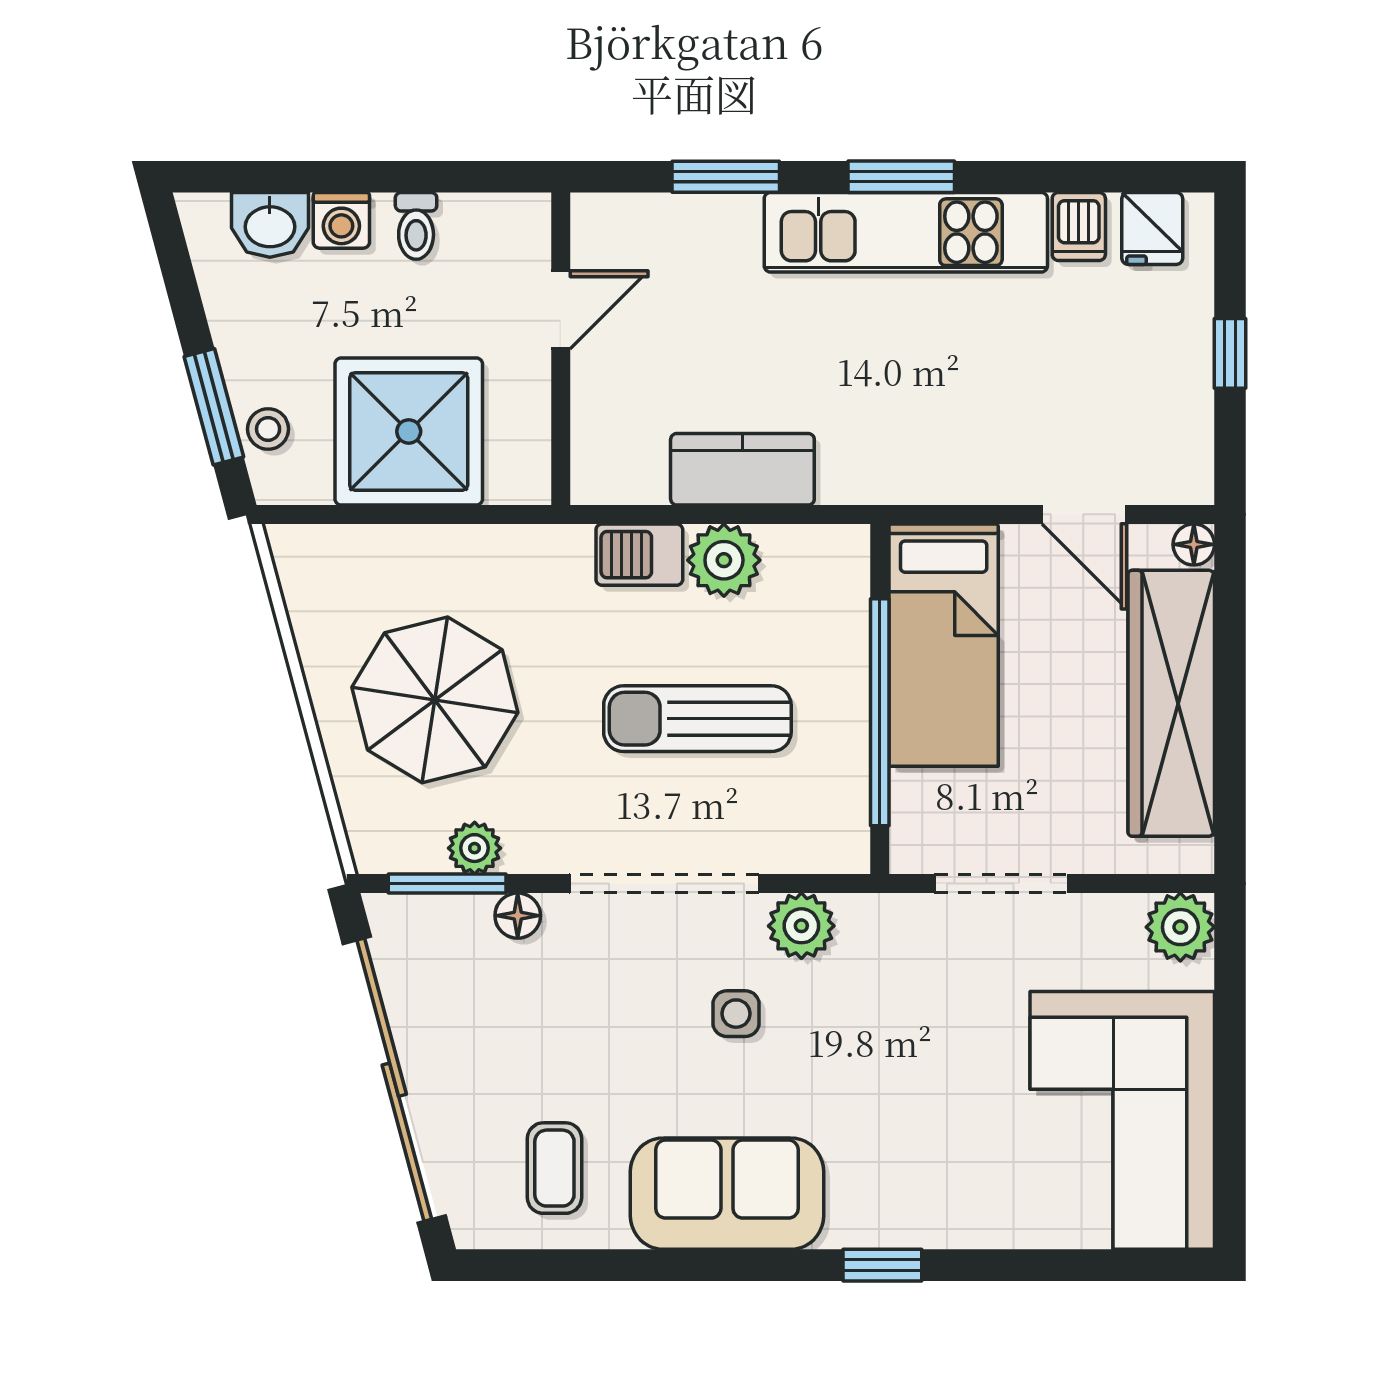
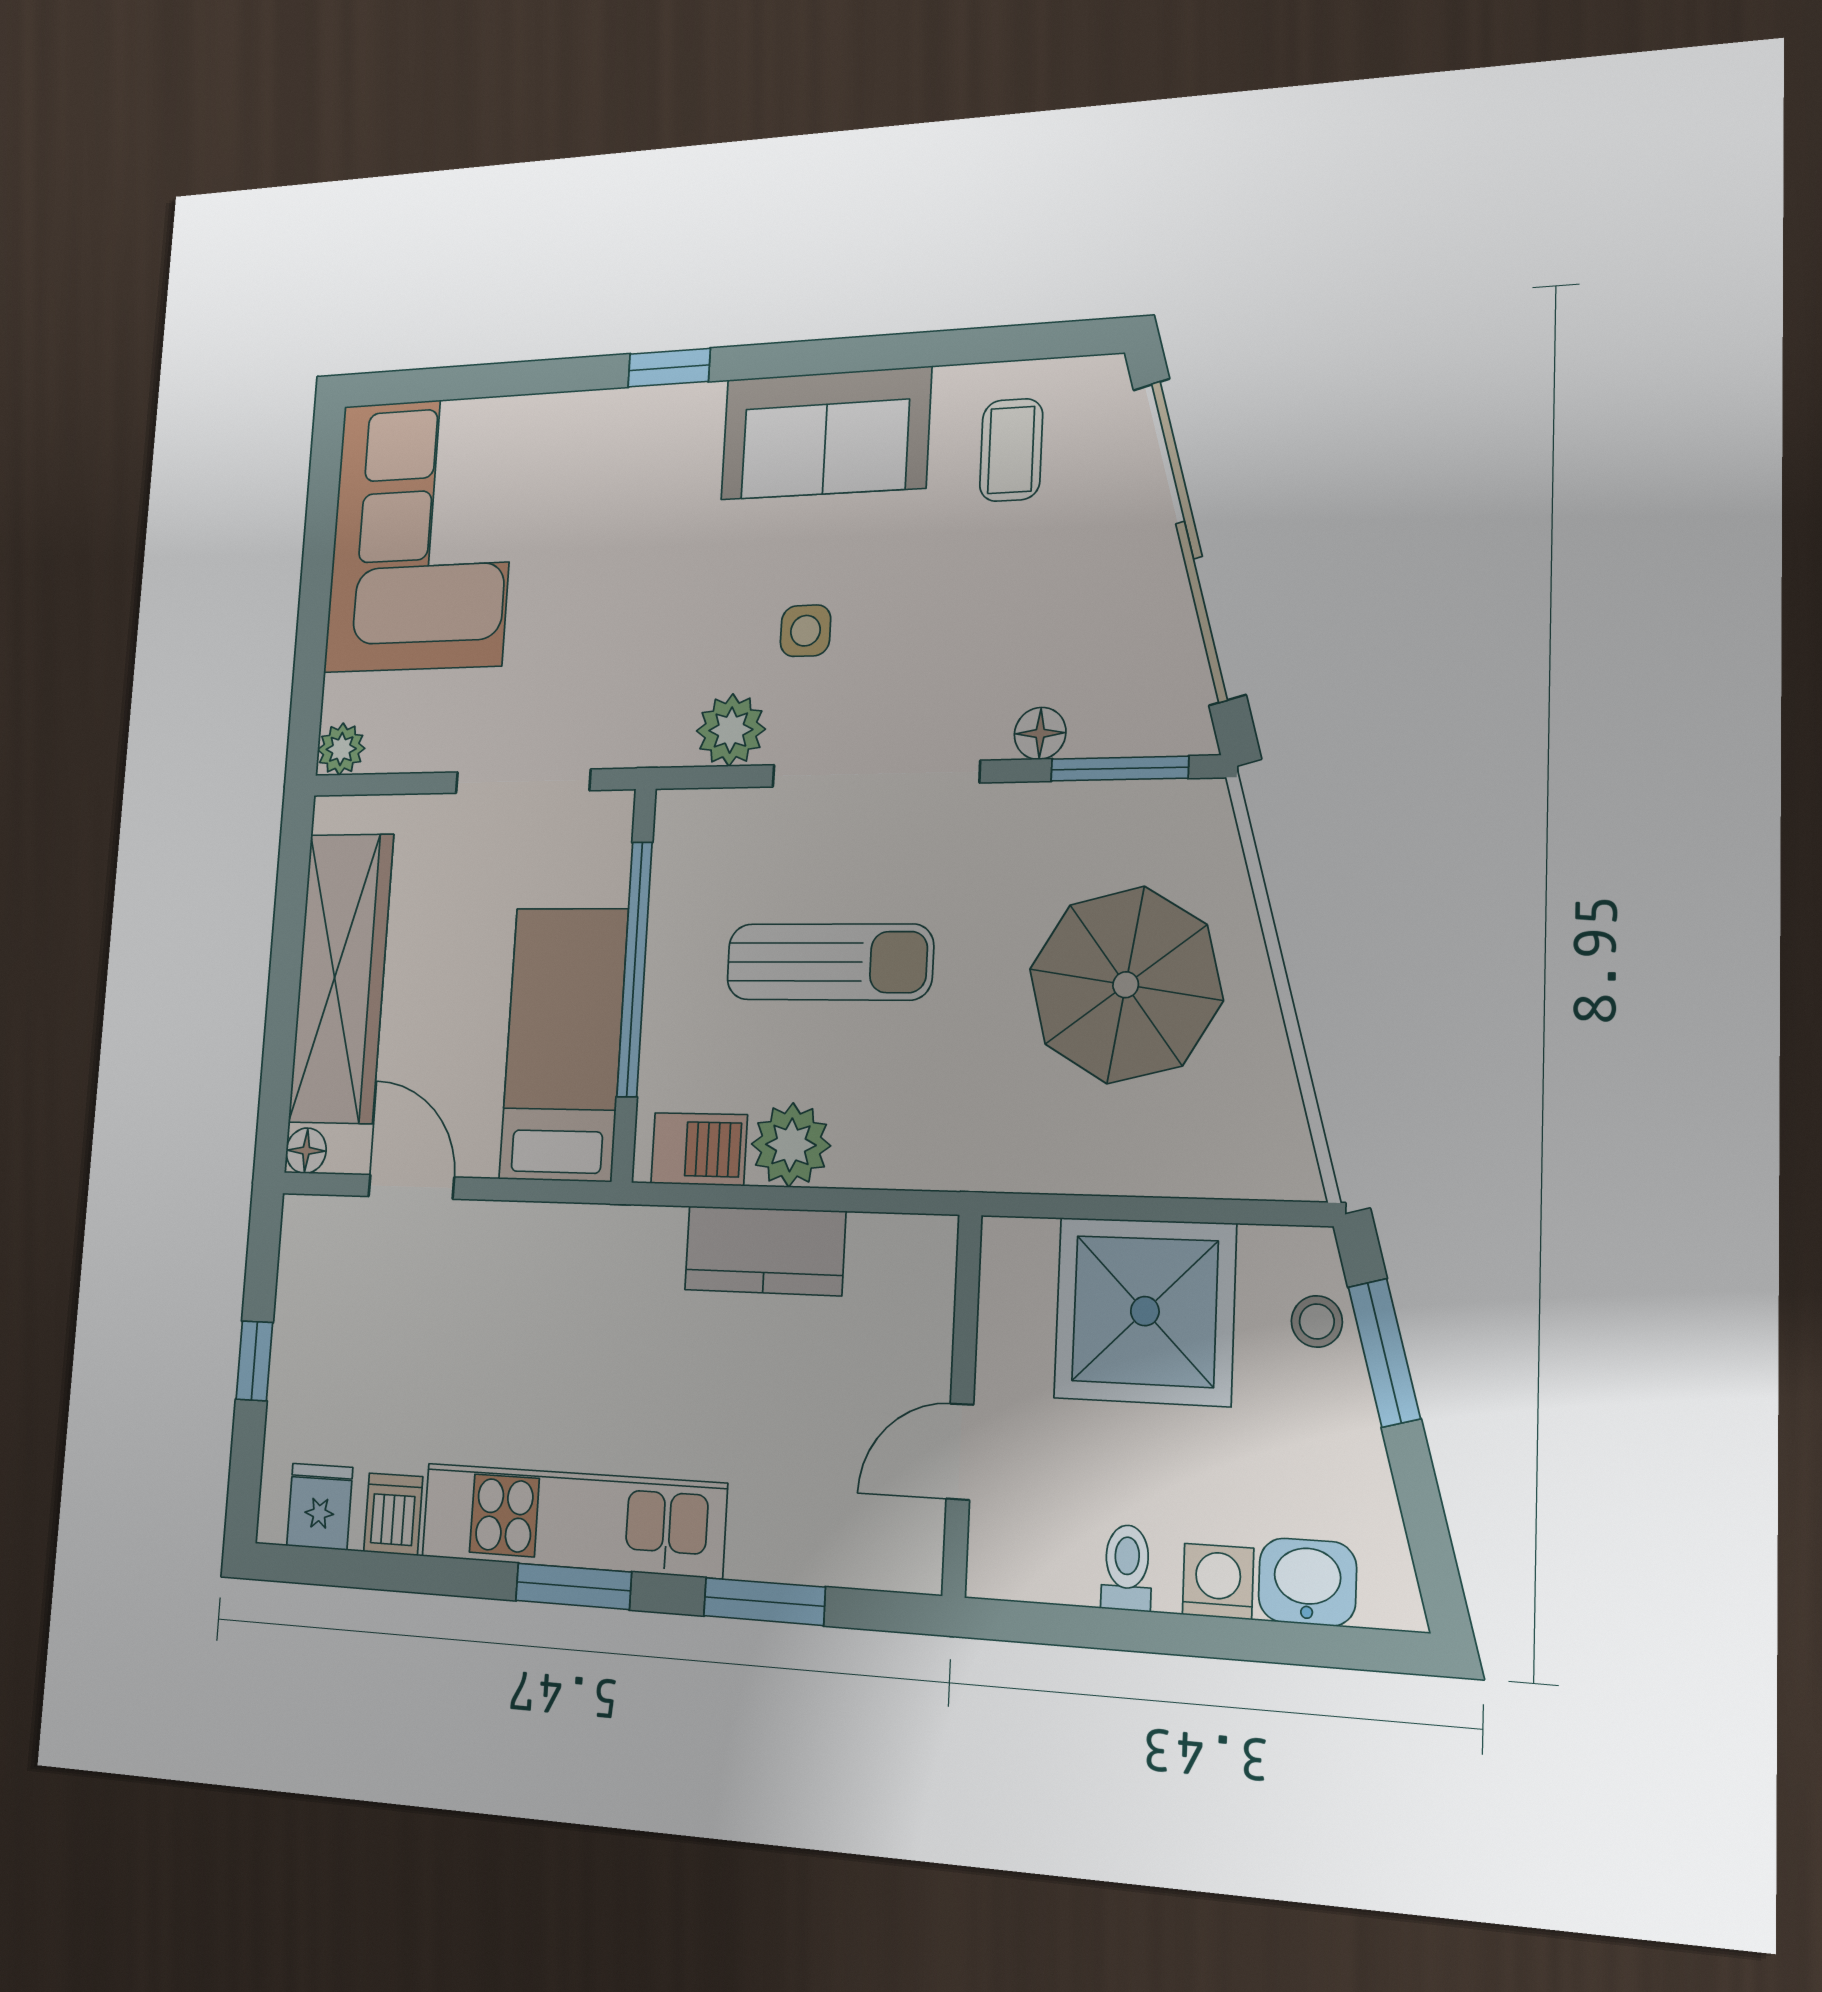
barbecue: (639, 555) -> (699, 1149), moved
plant: (475, 848) -> (1086, 810), removed
plant: (1180, 927) -> (341, 749), width x0.73, depth x0.73

